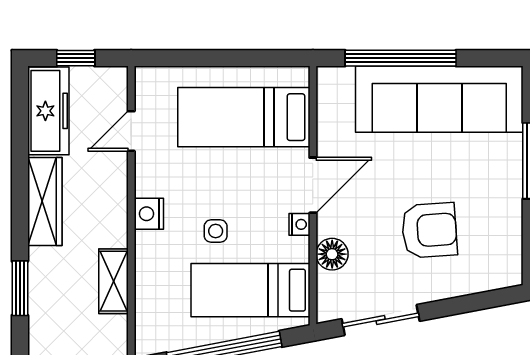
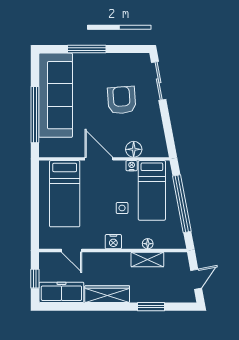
nightstand: (300, 224) -> (132, 166), moved
floor lamp: (145, 282) -> (148, 244), added
sliding door: (381, 320) -> (159, 81), moved

